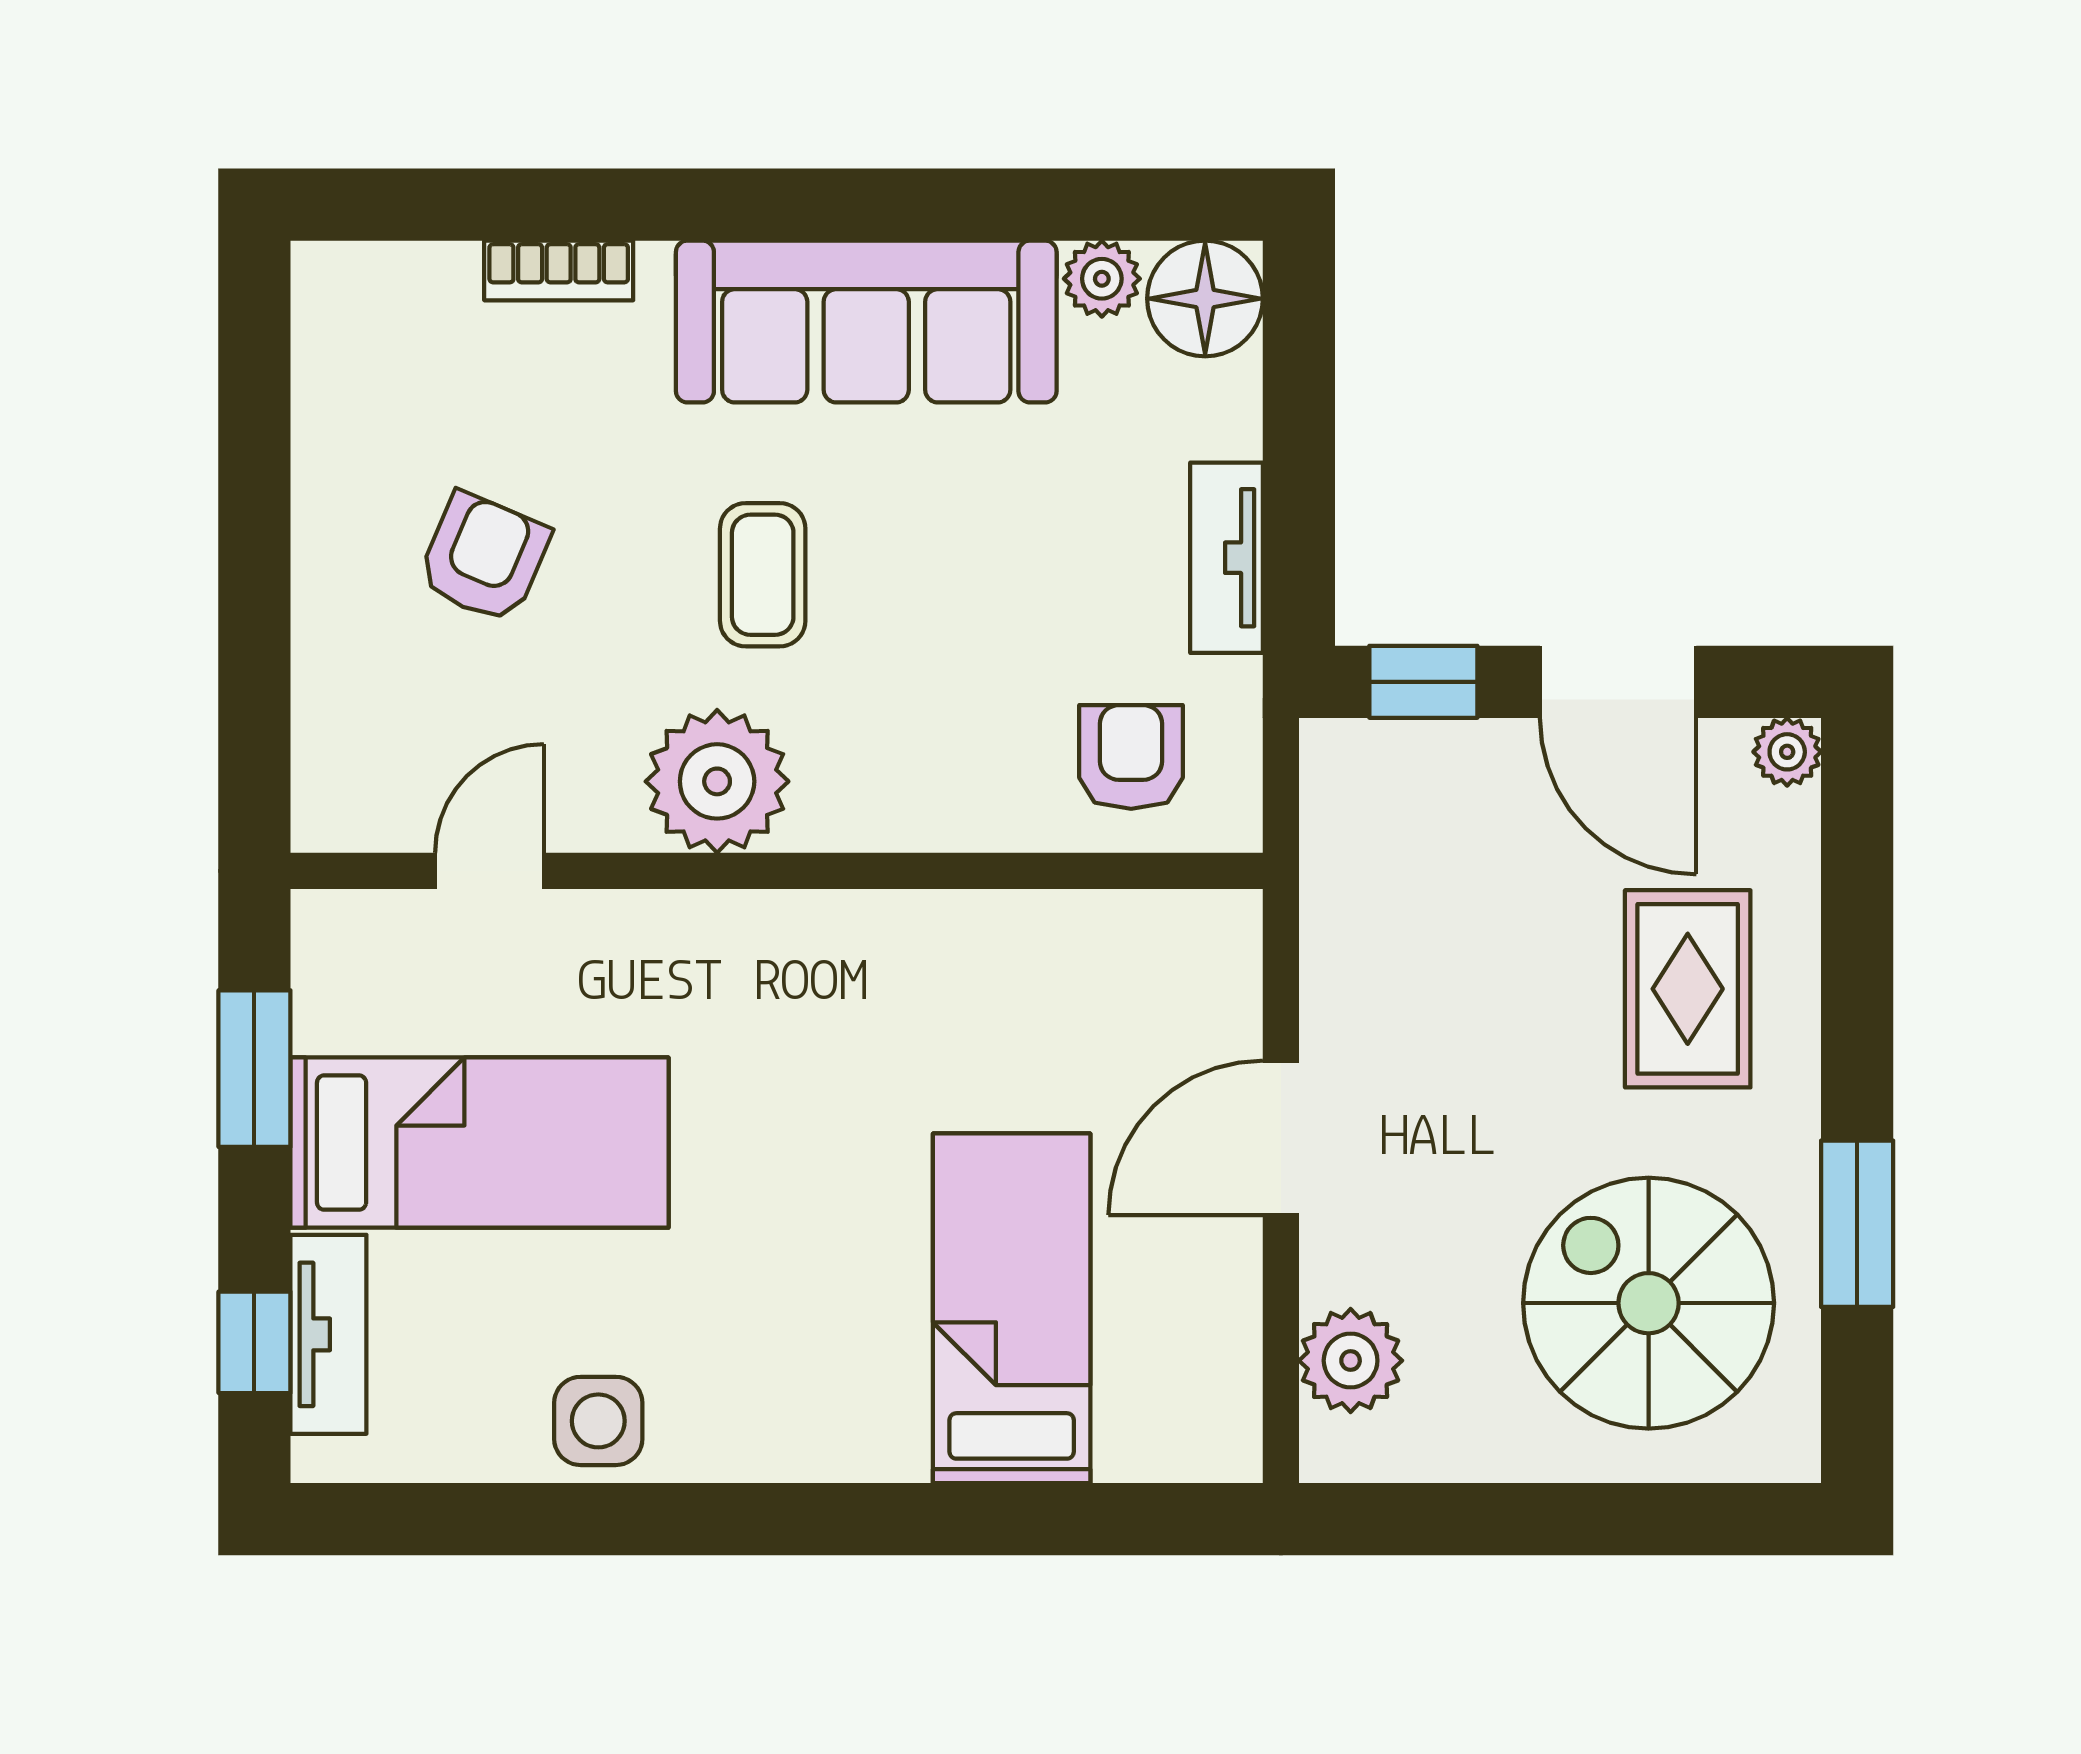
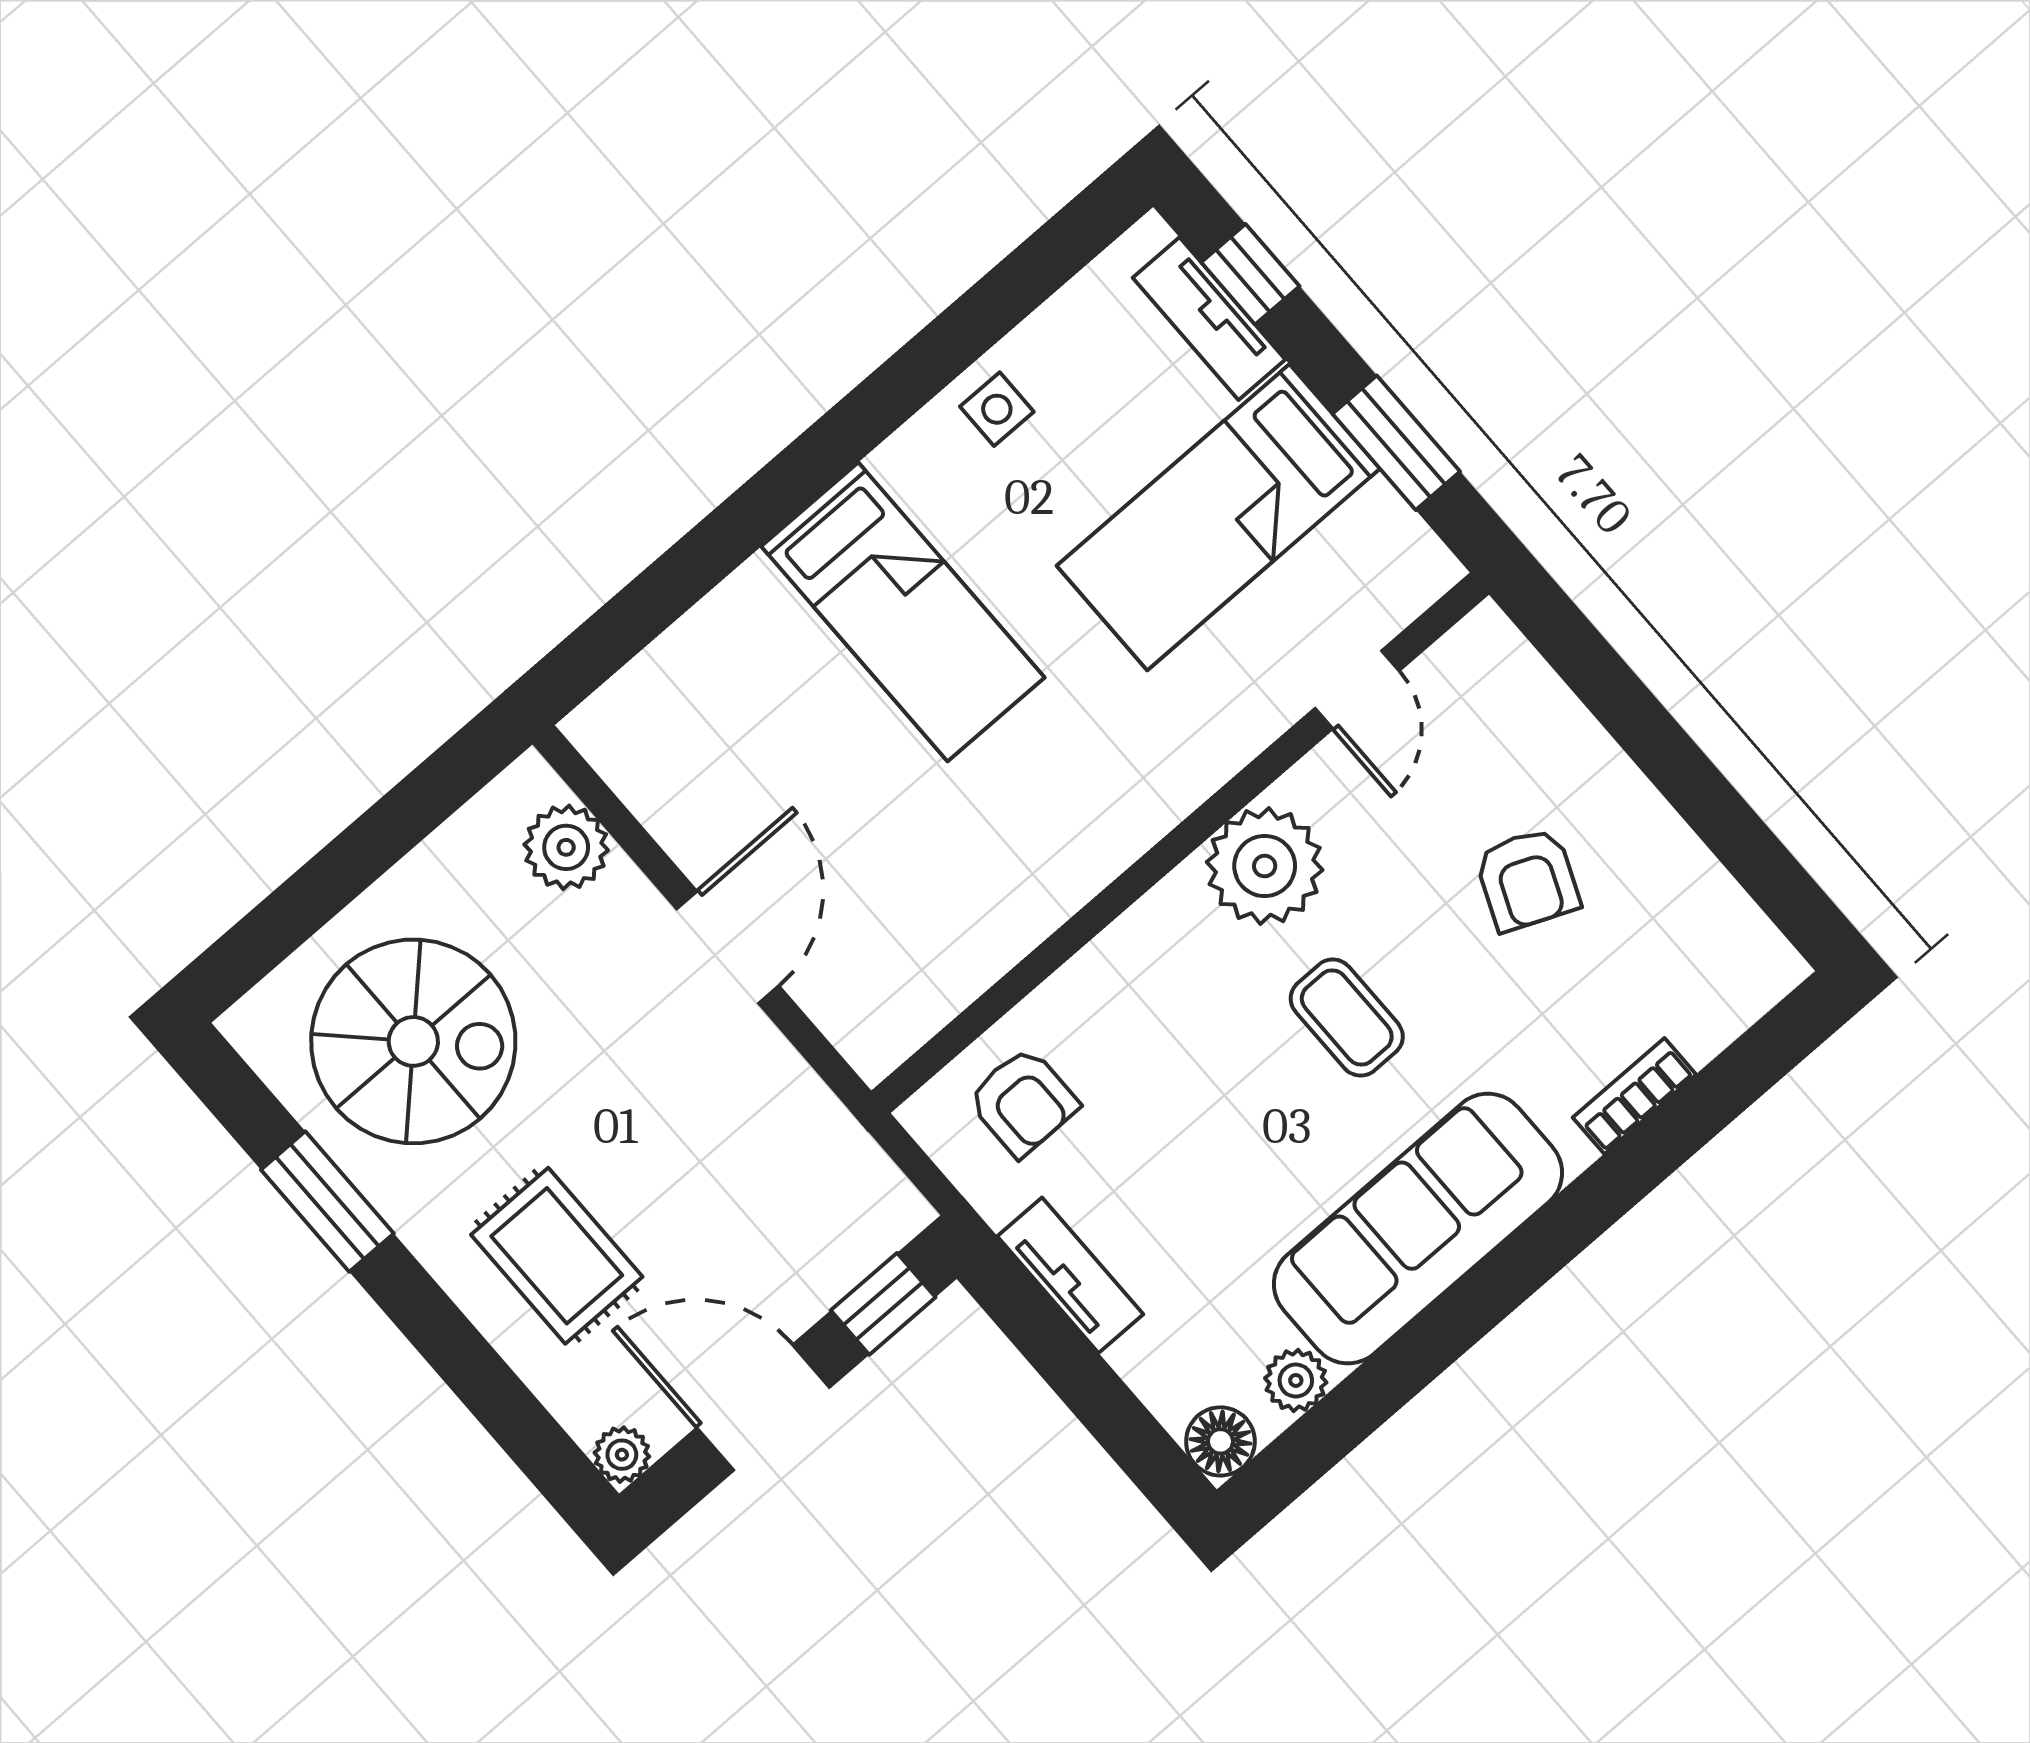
floor lamp: (1205, 299) -> (1220, 1441), width x0.73, depth x0.73
bed: (1012, 1308) -> (903, 612), moved
side table: (598, 1421) -> (997, 409), width x0.73, depth x0.73

